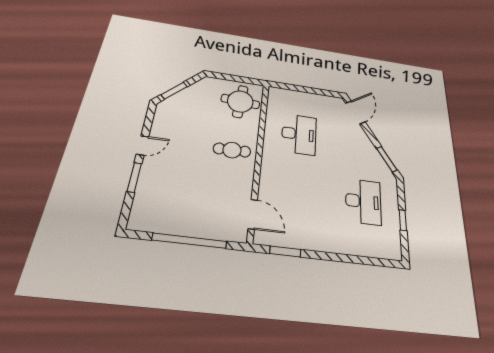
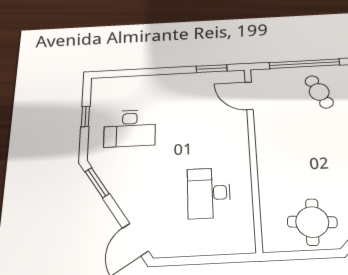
round table: (240, 101) -> (312, 222), moved
cafe table: (232, 150) -> (319, 92), moved, turned 66
desk: (363, 202) -> (130, 128), turned -90

